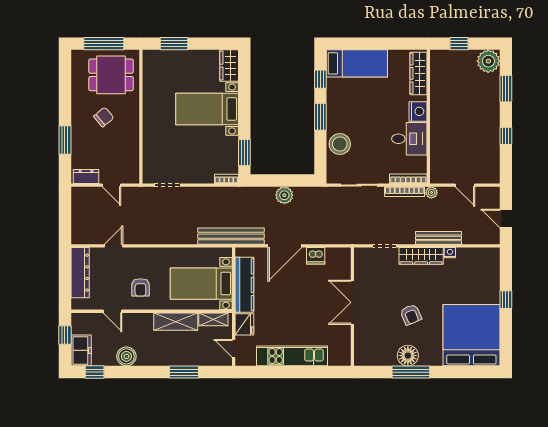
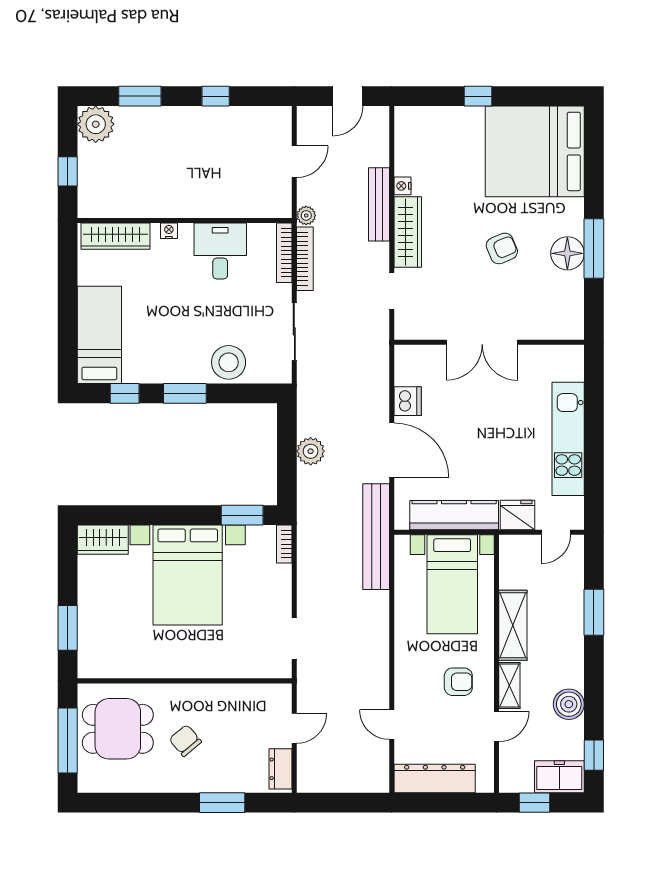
dining table: (111, 75) -> (118, 729), turned 90
bed with nightstands: (207, 109) -> (188, 575), width x1.36
nightstand: (418, 111) -> (169, 231), width x0.53, depth x0.56
shelving: (213, 319) -> (509, 685), moved

